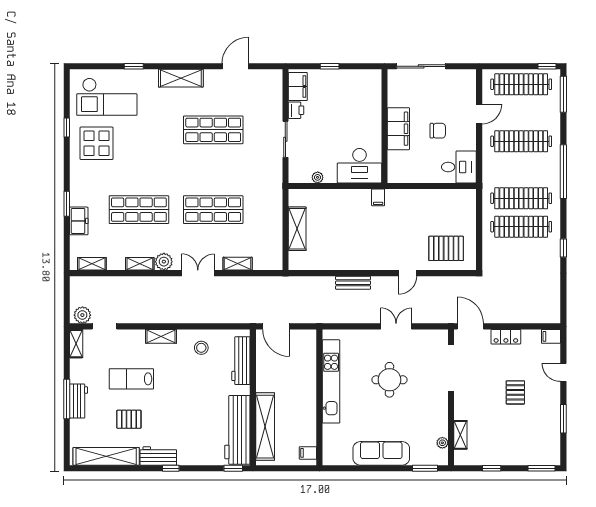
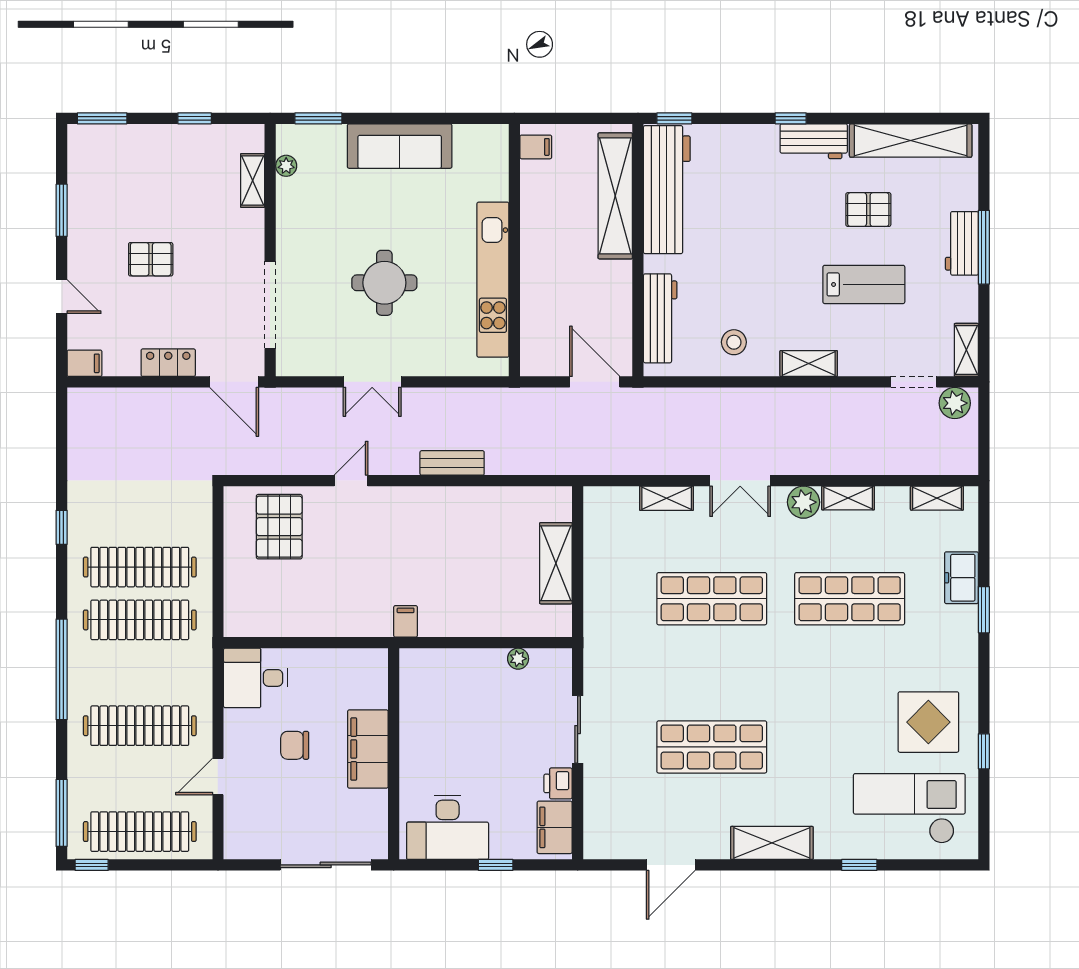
desk: (359, 166) -> (448, 827), moved, turned 180
pallet: (446, 248) -> (279, 527), turned 90
pallet: (515, 392) -> (151, 259), turned 90

